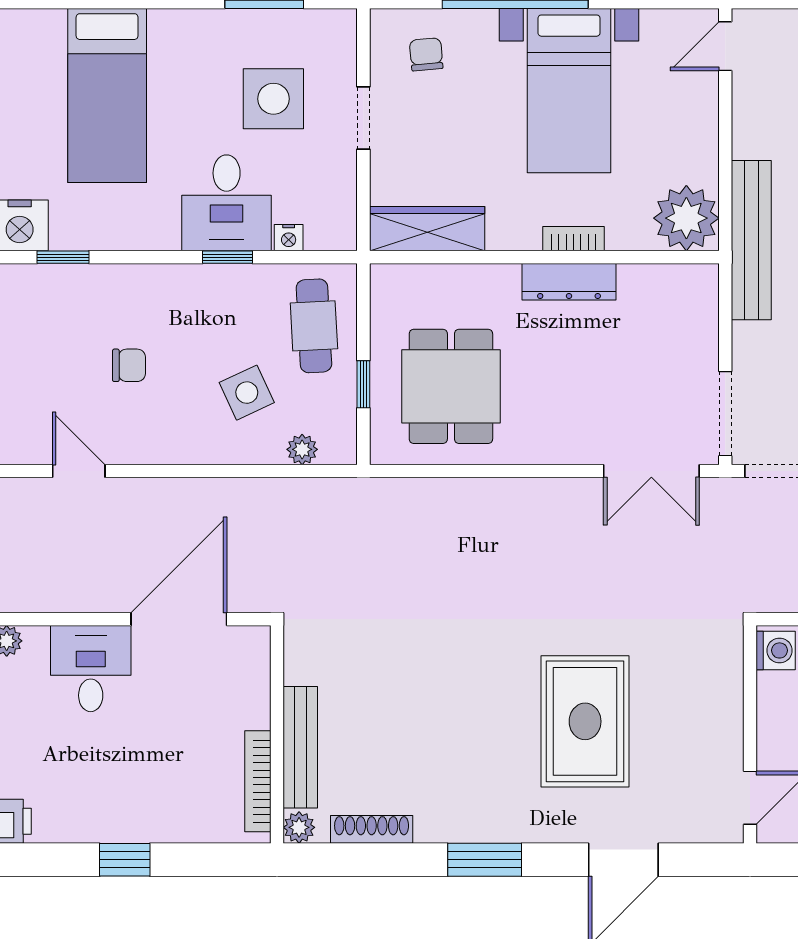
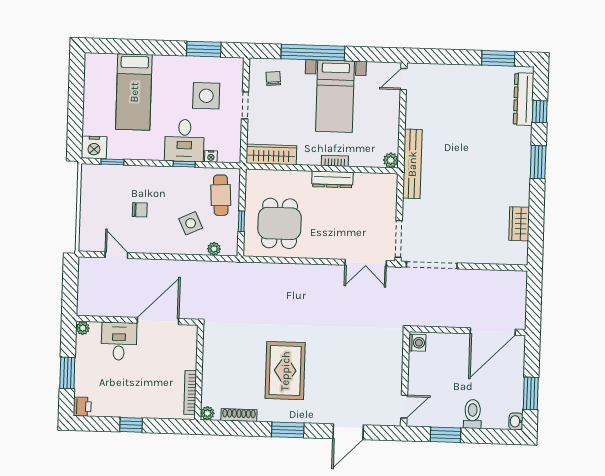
plant: (686, 218) -> (391, 160), width x0.53, depth x0.53
rug: (585, 721) -> (285, 371), moved
bench: (300, 747) -> (209, 378), removed

